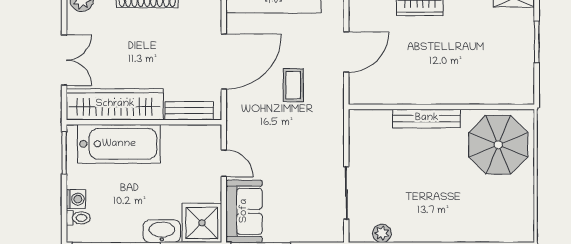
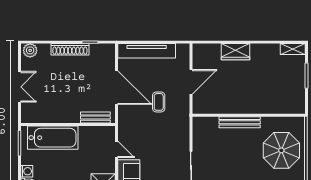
door: (224, 62) -> (116, 88), hinge flipped
wardrobe: (115, 104) -> (50, 114), removed
parasol: (498, 145) -> (281, 150), moved

